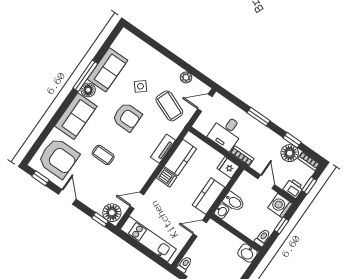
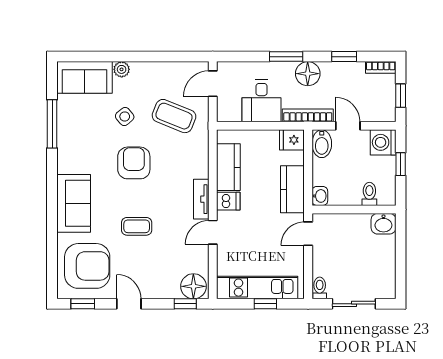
sofa: (107, 70) -> (85, 77), moved, turned 90
window: (85, 76) -> (52, 124), moved
plant: (186, 77) -> (122, 69), moved
floor lamp: (88, 90) -> (67, 163), removed
armchair: (127, 117) -> (134, 163), turned -90
tv unit: (163, 149) -> (201, 199), moved
floor lamp: (290, 153) -> (308, 74), moved
bookcase: (242, 156) -> (308, 115), width x1.56
printer: (293, 188) -> (384, 112), removed
door: (137, 201) -> (213, 232), moved
bidet: (234, 202) -> (322, 144), moved, turned 90
toilet: (262, 238) -> (369, 194), moved
window: (147, 252) -> (265, 304), added

